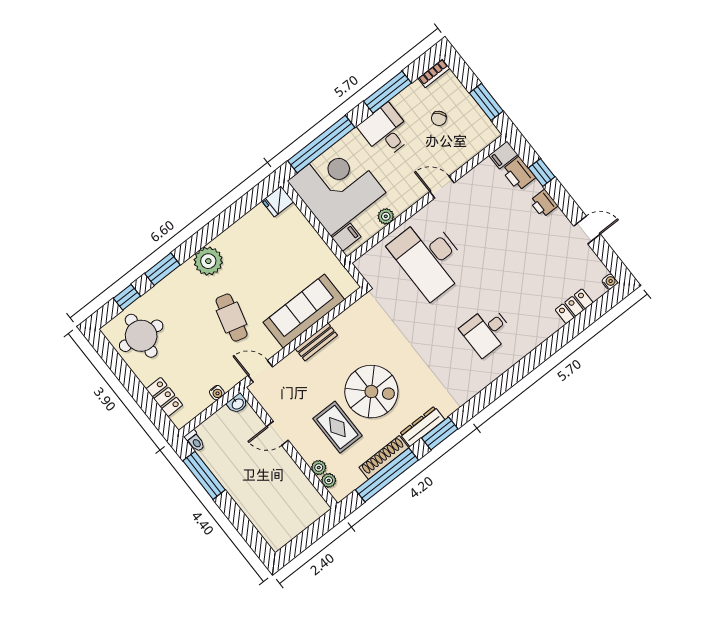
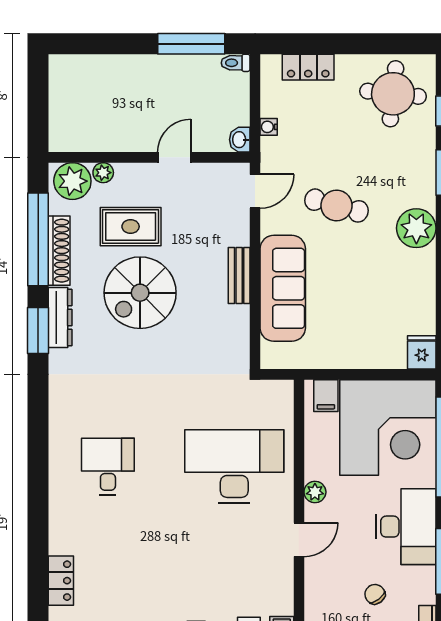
desk: (386, 131) -> (406, 527), width x1.37
plant: (386, 216) -> (315, 492), moved
plant: (329, 480) -> (72, 181), width x1.88, depth x1.88

